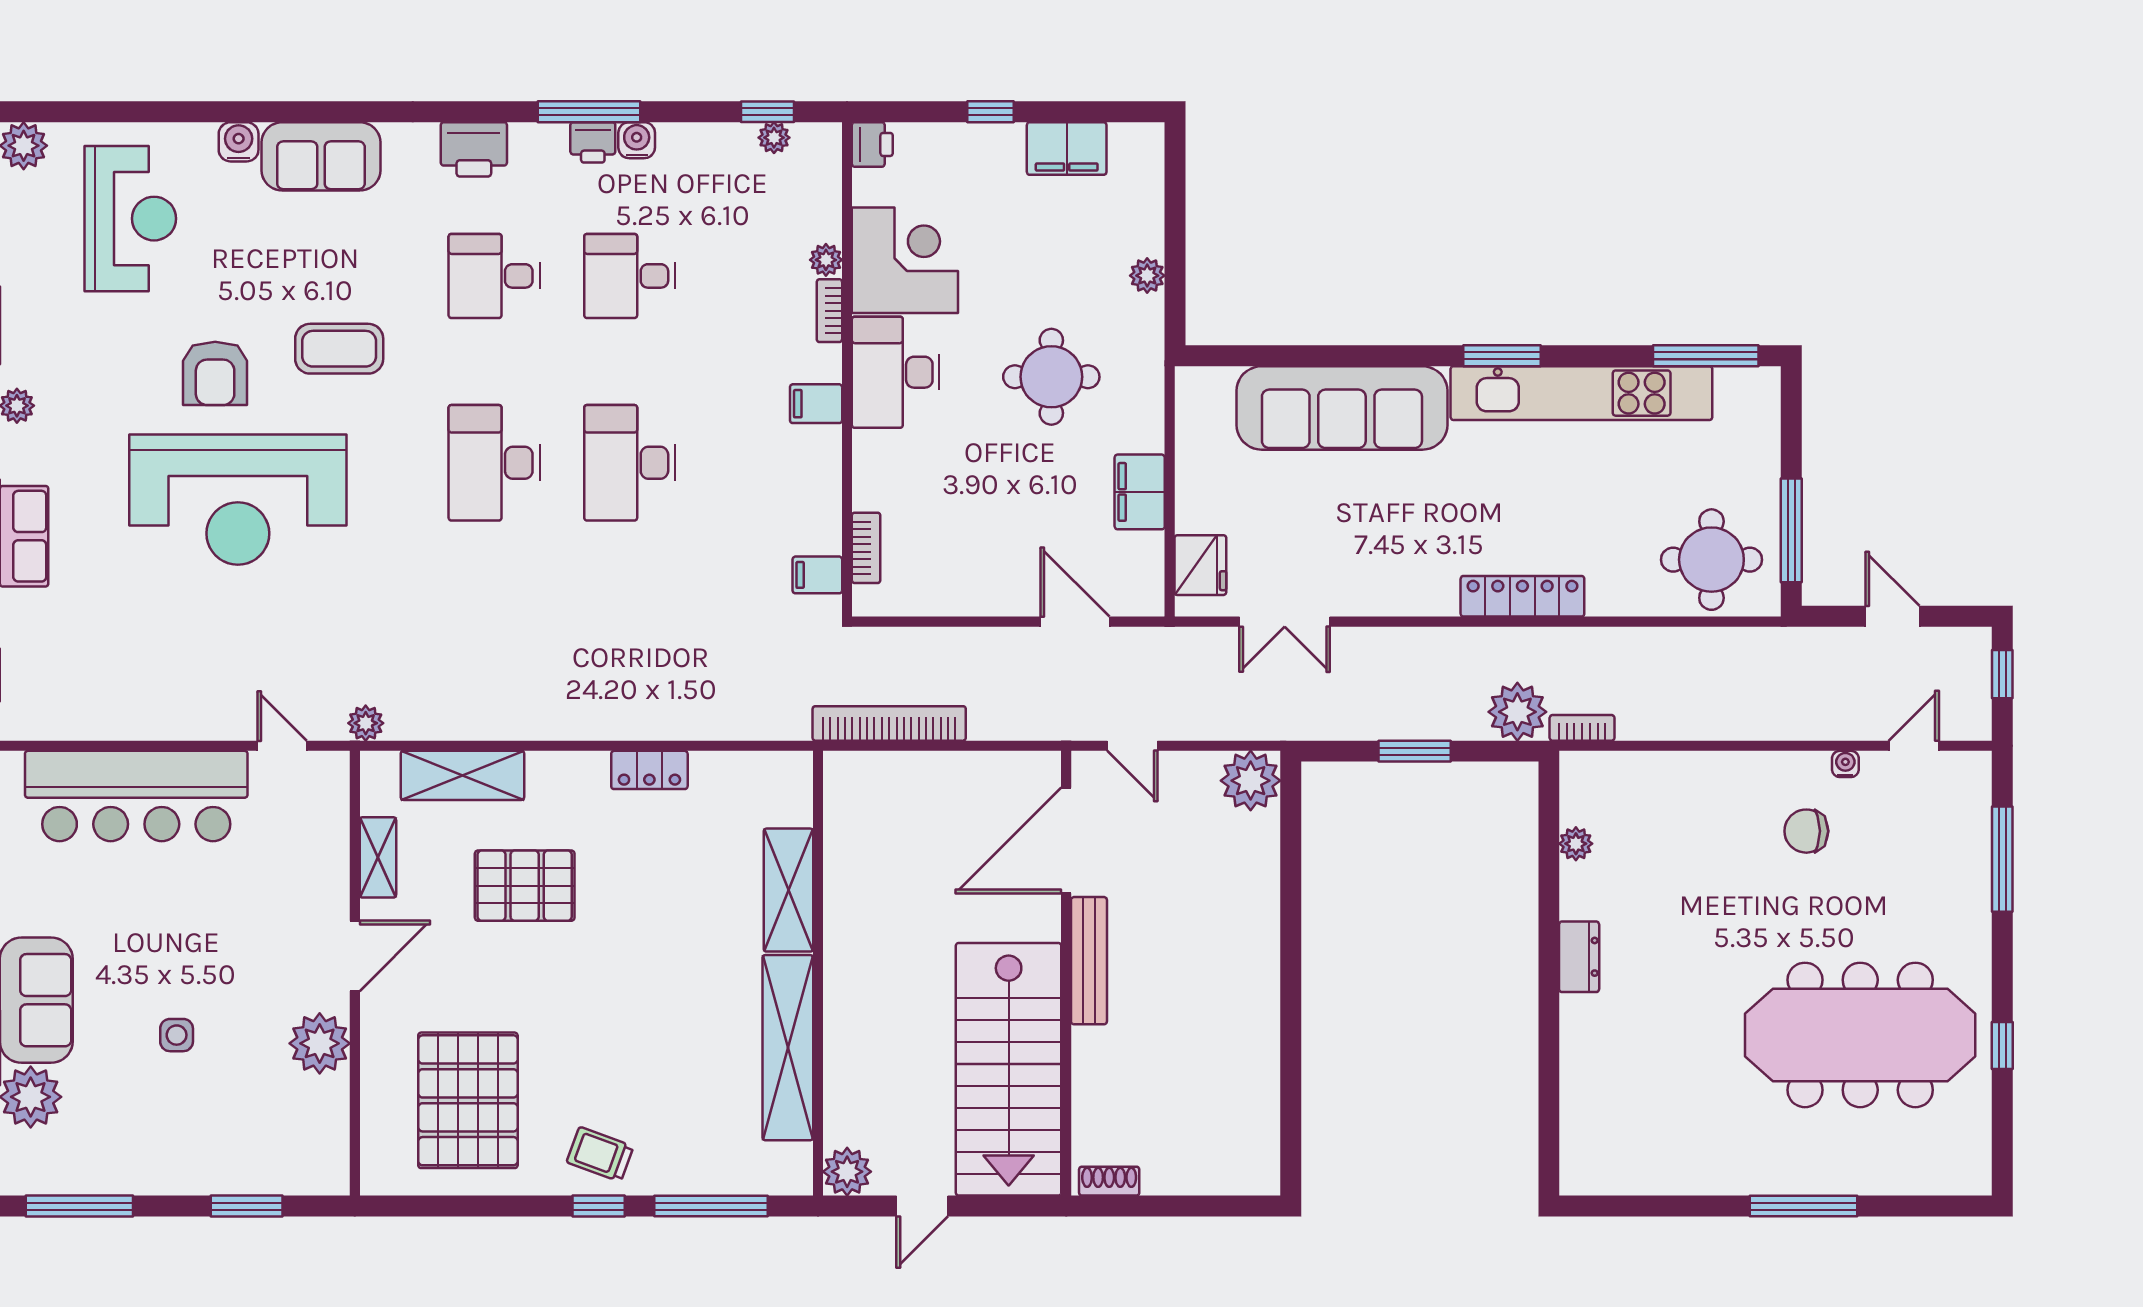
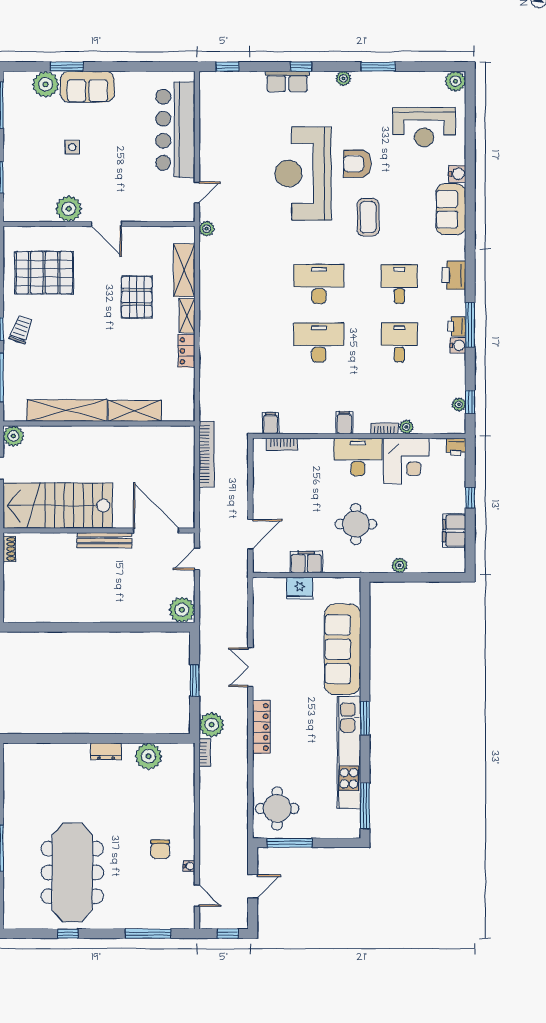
fridge: (1200, 565) -> (300, 588), moved
double door: (1285, 622) -> (250, 667), moved
chair: (1806, 831) -> (160, 849), turned 180
plant: (1576, 844) -> (148, 756), width x1.87, depth x1.87
shelving: (378, 857) -> (187, 316), moved, turned 90

